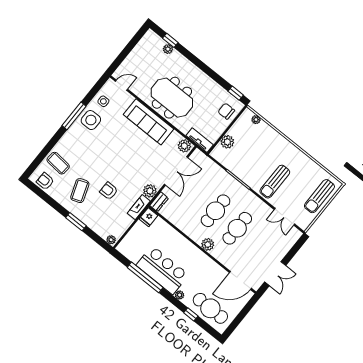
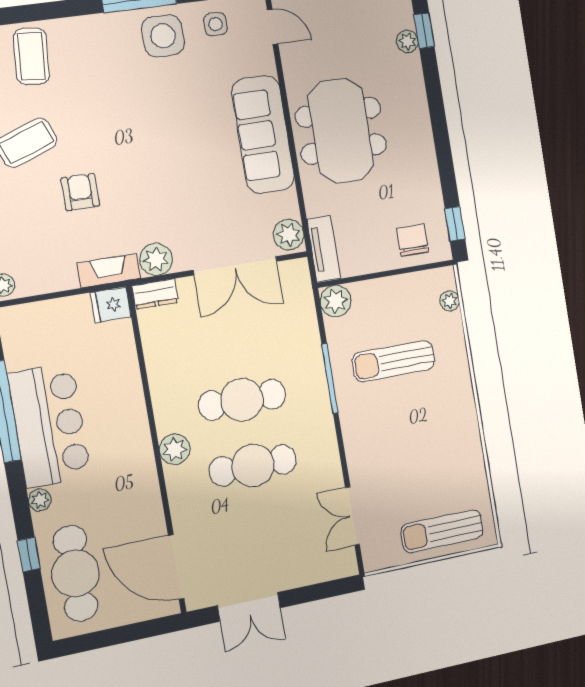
plant: (227, 142) -> (336, 301), moved
sun lounger: (275, 182) -> (394, 361), moved

